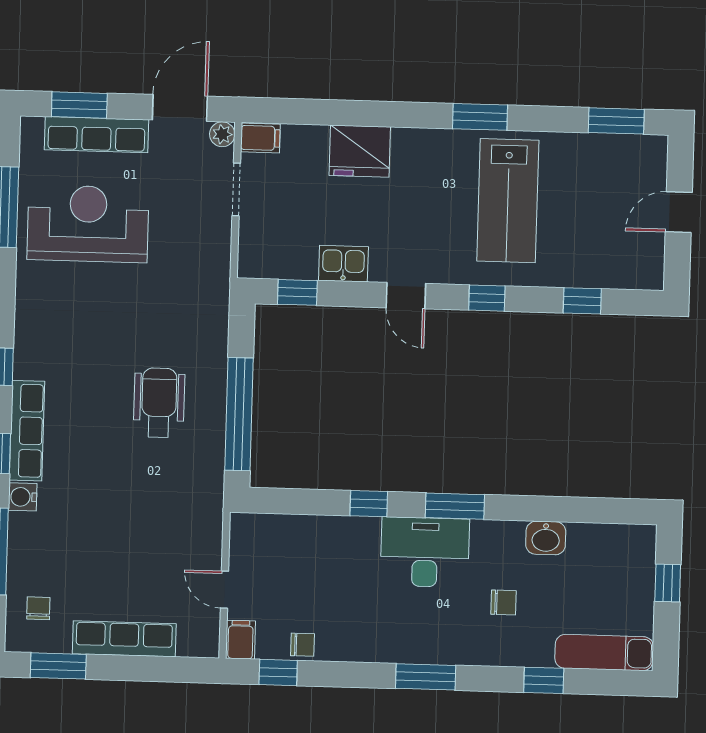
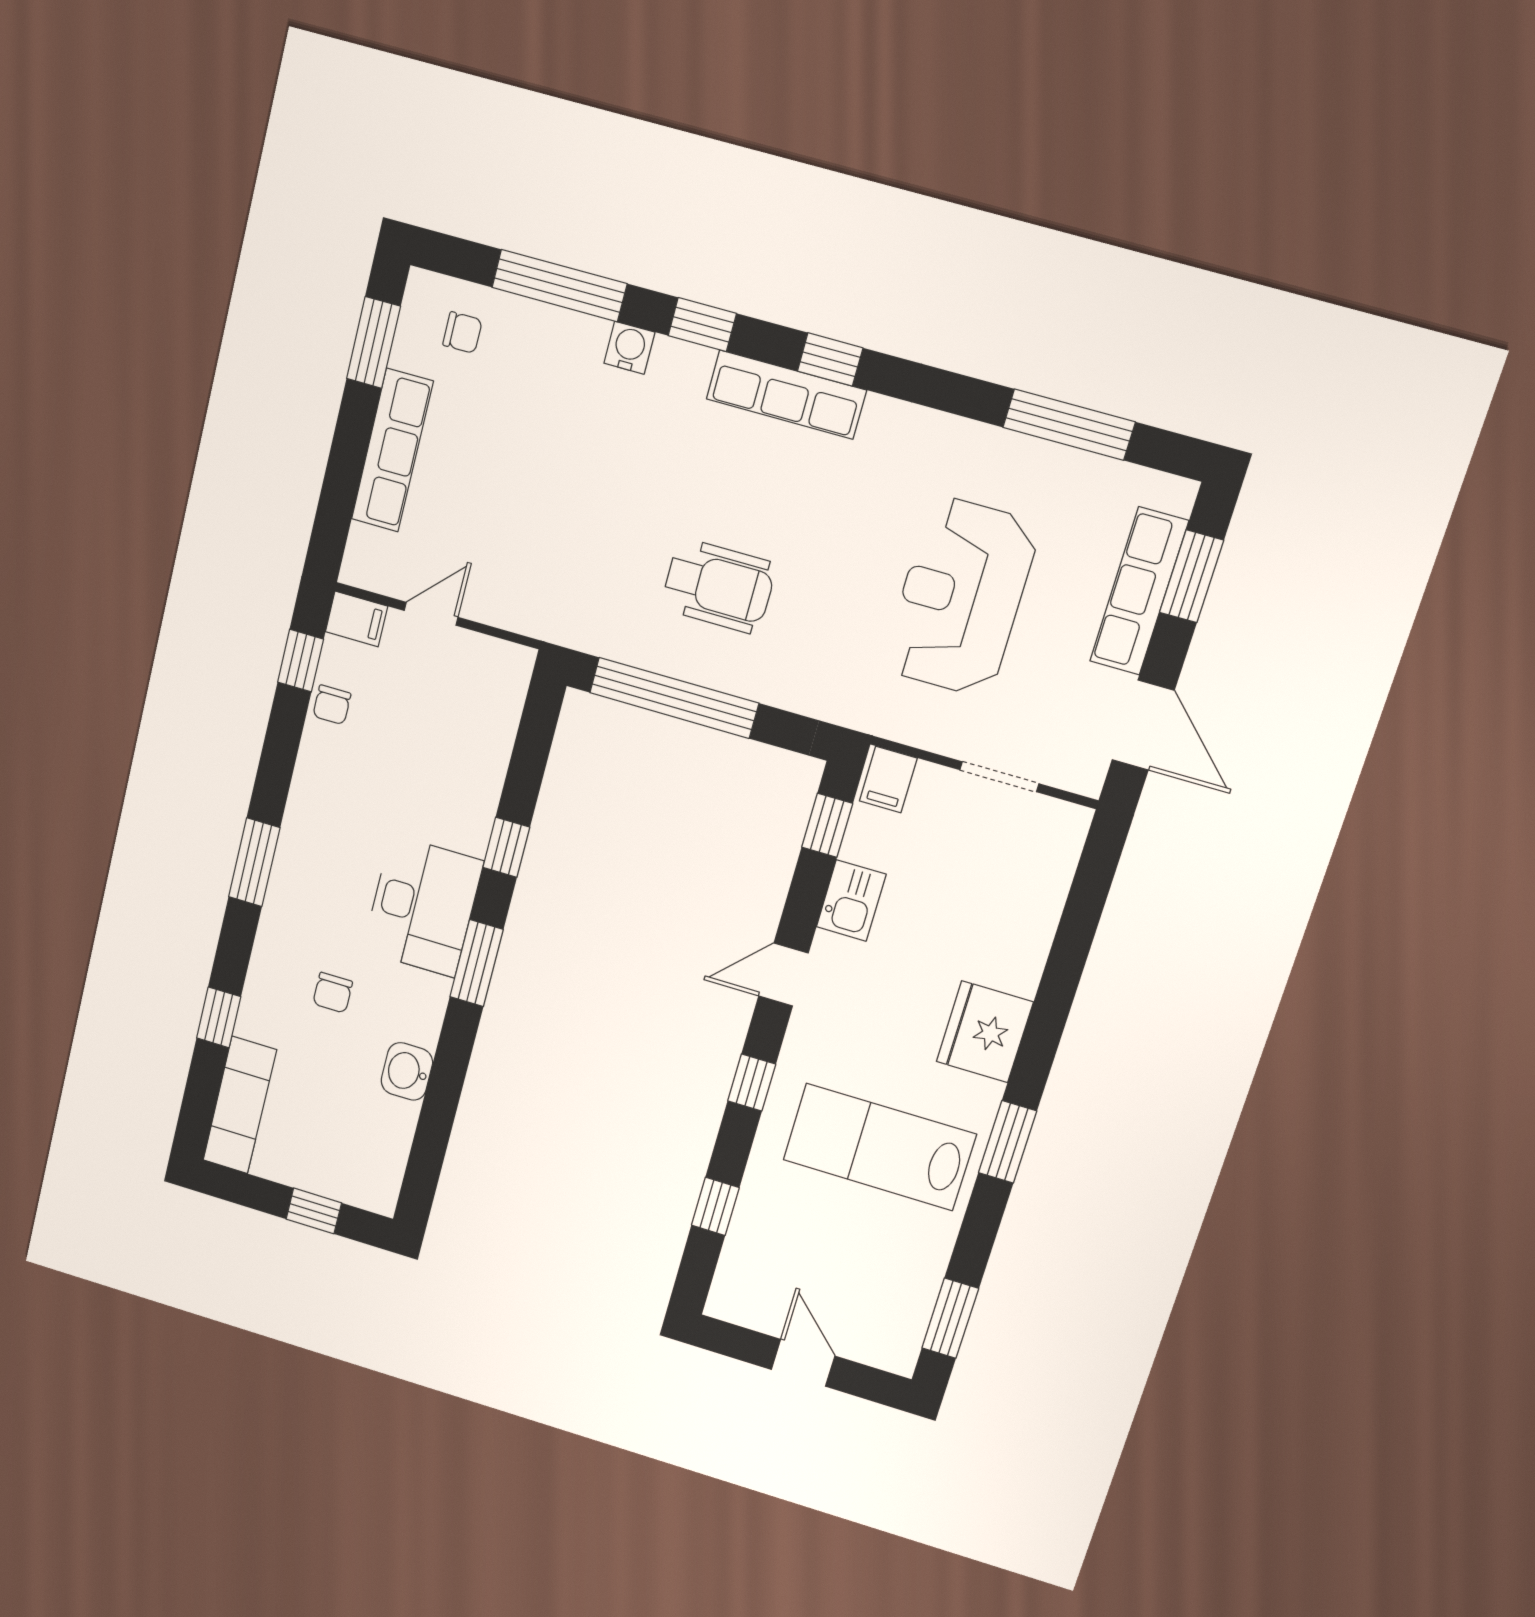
plant: (222, 134) -> (1086, 777), removed
filing cabinet: (260, 138) -> (888, 780), moved
fridge: (360, 151) -> (985, 1032), moved
reception desk: (88, 224) -> (961, 597), moved, turned 180
row of seats: (27, 431) -> (786, 395), moved

